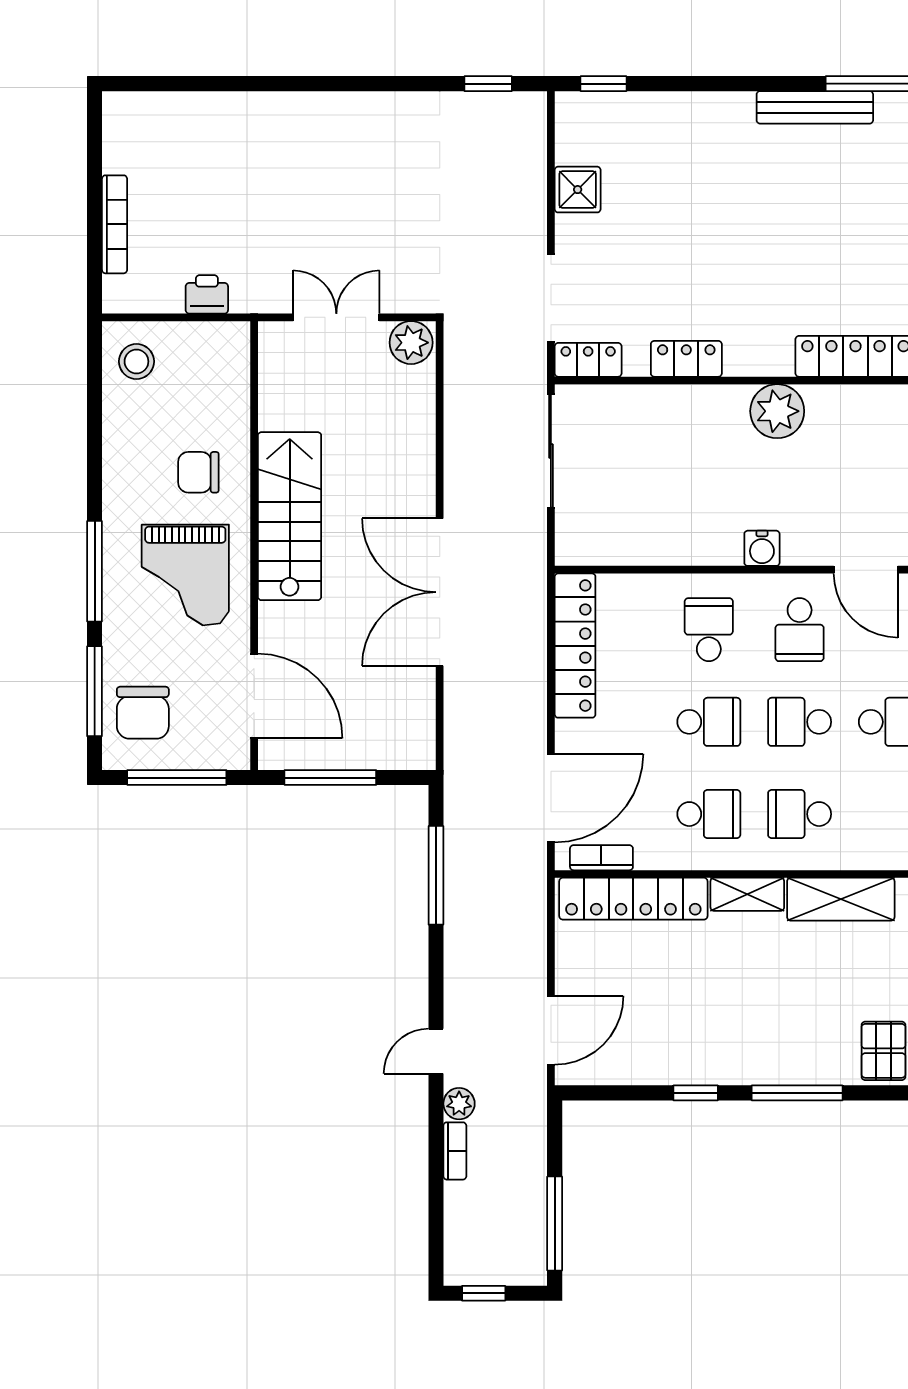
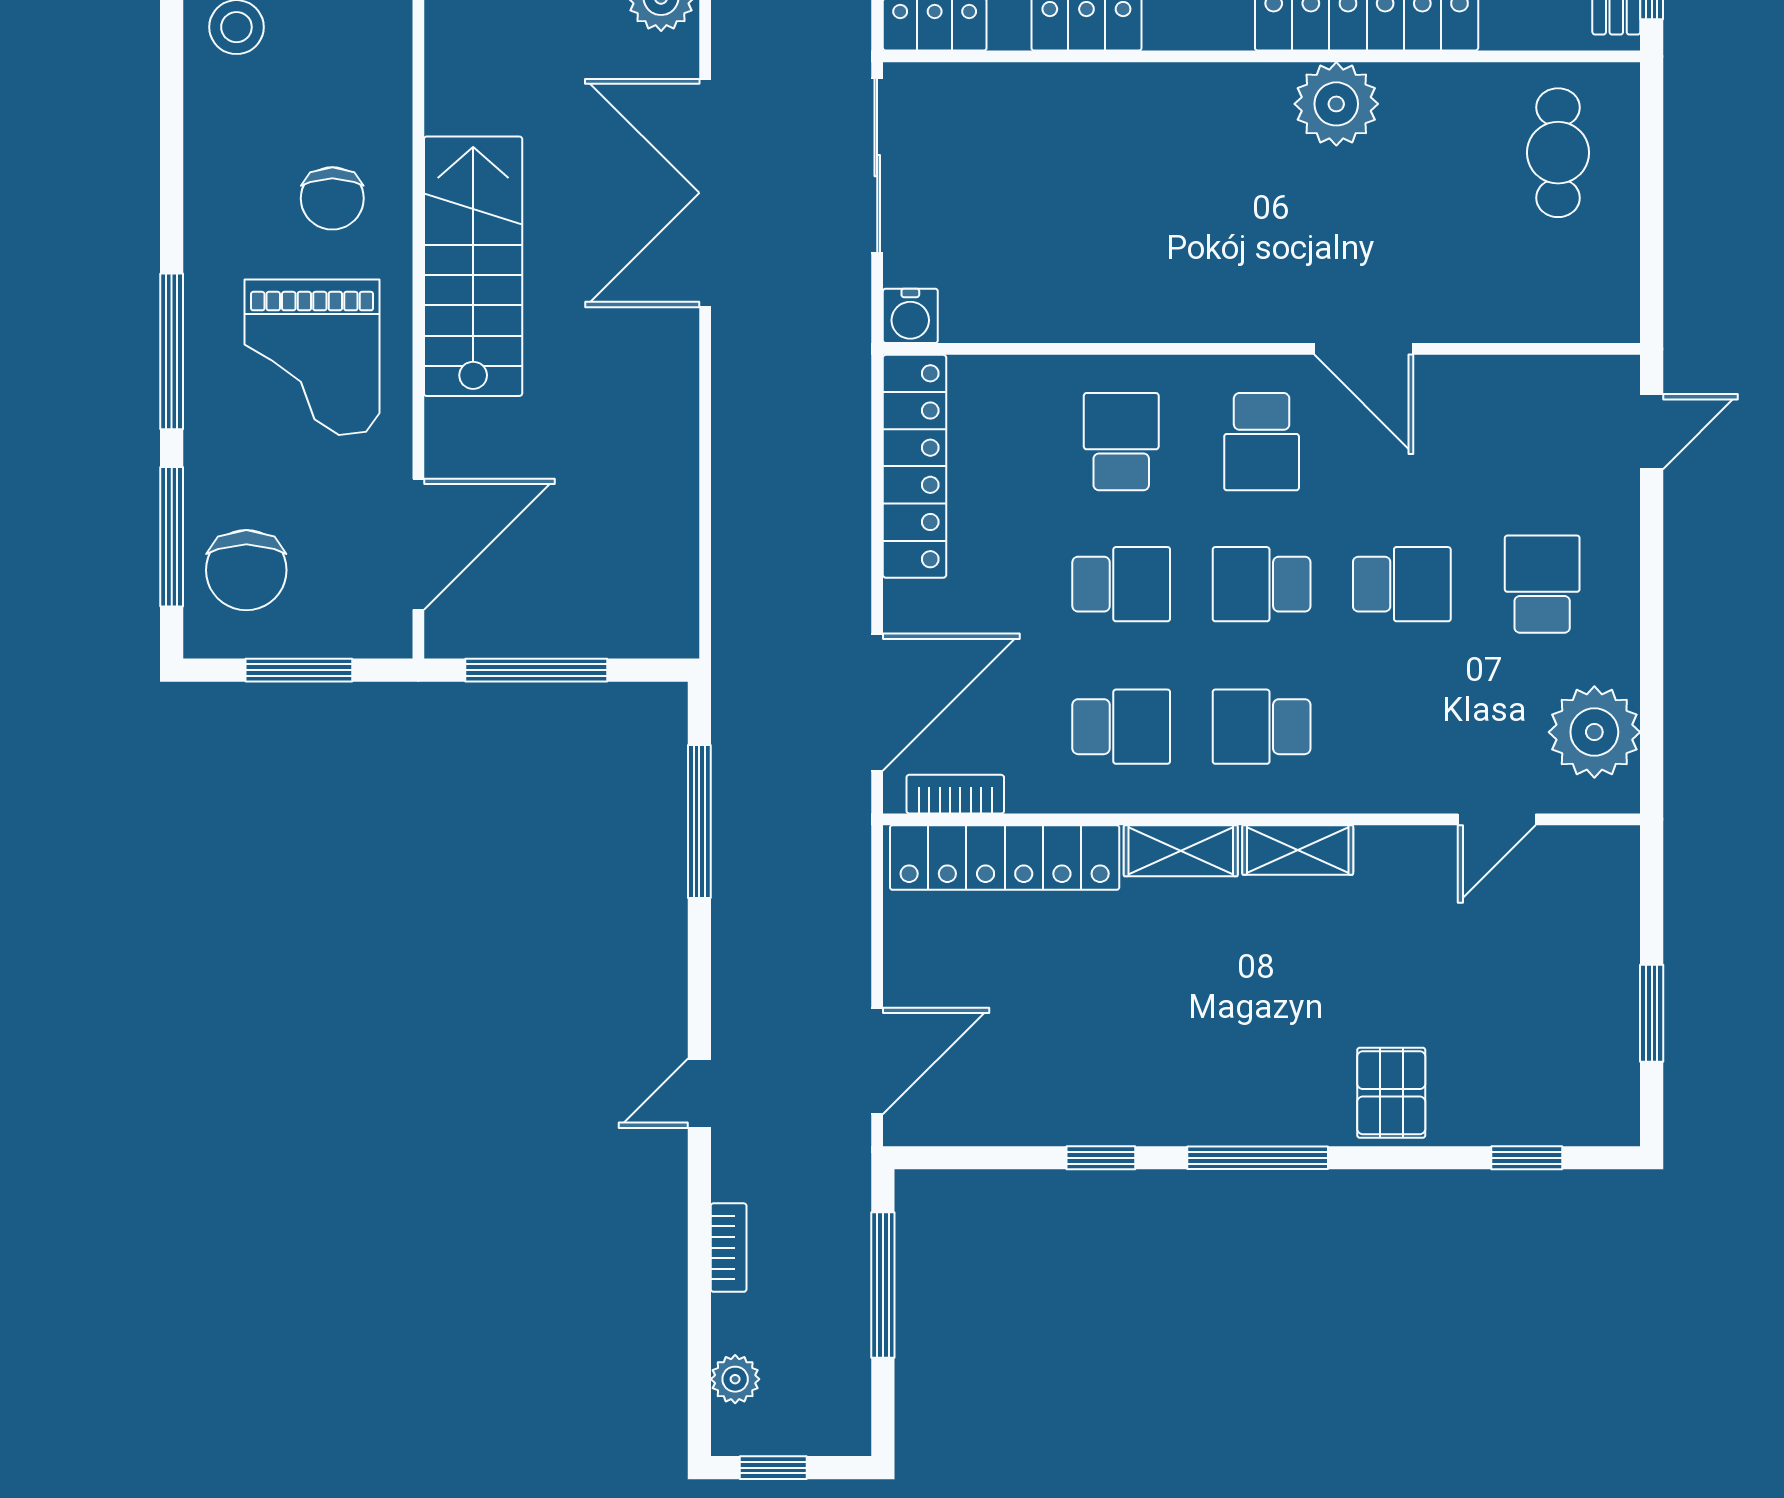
plant: (777, 411) -> (1336, 104), moved
chair: (198, 472) -> (332, 198), turned -90
water cooler: (762, 548) -> (910, 316), moved
double door: (440, 592) -> (705, 193), moved
door: (254, 696) -> (418, 544), hinge flipped
window: (177, 778) -> (299, 670), width x0.69
shelving: (841, 899) -> (1298, 850), width x0.67, depth x0.75
plant: (459, 1104) -> (735, 1379), moved
window: (555, 1223) -> (883, 1285), moved

